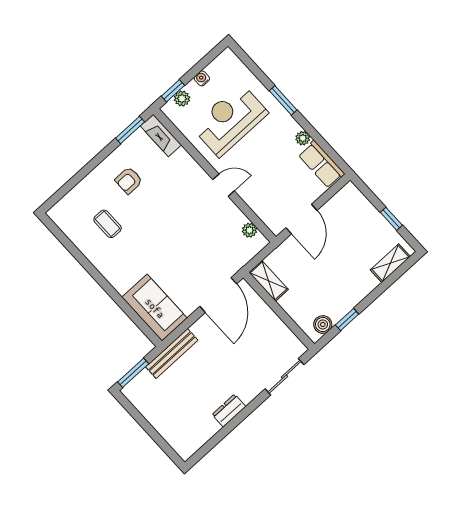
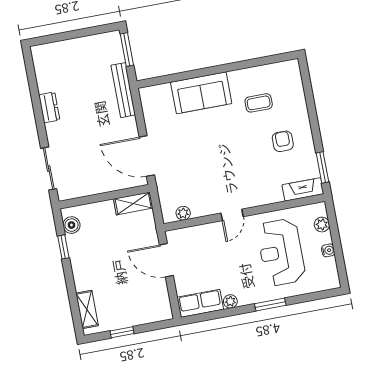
window: (173, 91) -> (333, 221), removed
reception desk: (230, 120) -> (281, 252), turned 180
sofa: (155, 308) -> (201, 93), moved

